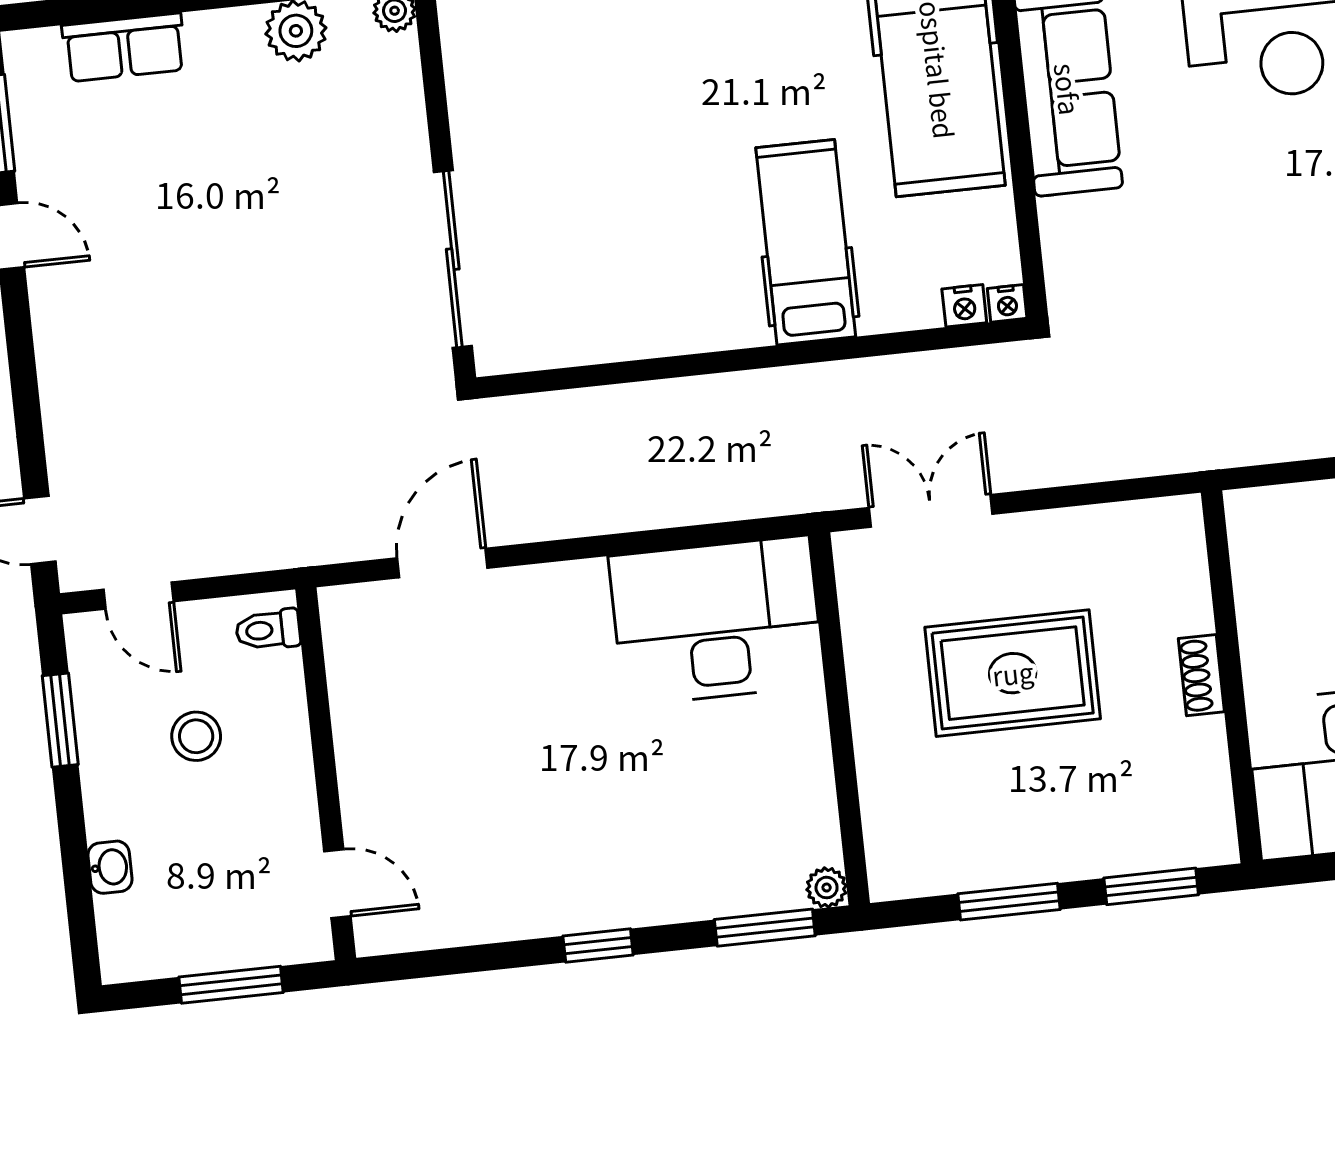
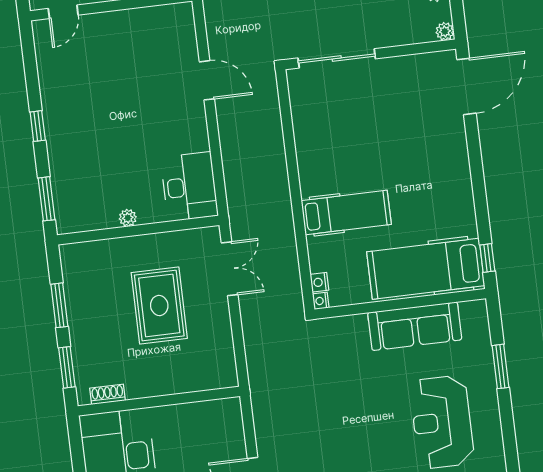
door: (442, 563) -> (207, 80), moved
desk: (717, 621) -> (189, 187), width x0.73, depth x0.77
shoe rack: (1201, 675) -> (108, 394), moved
plant: (827, 888) -> (128, 218), moved

